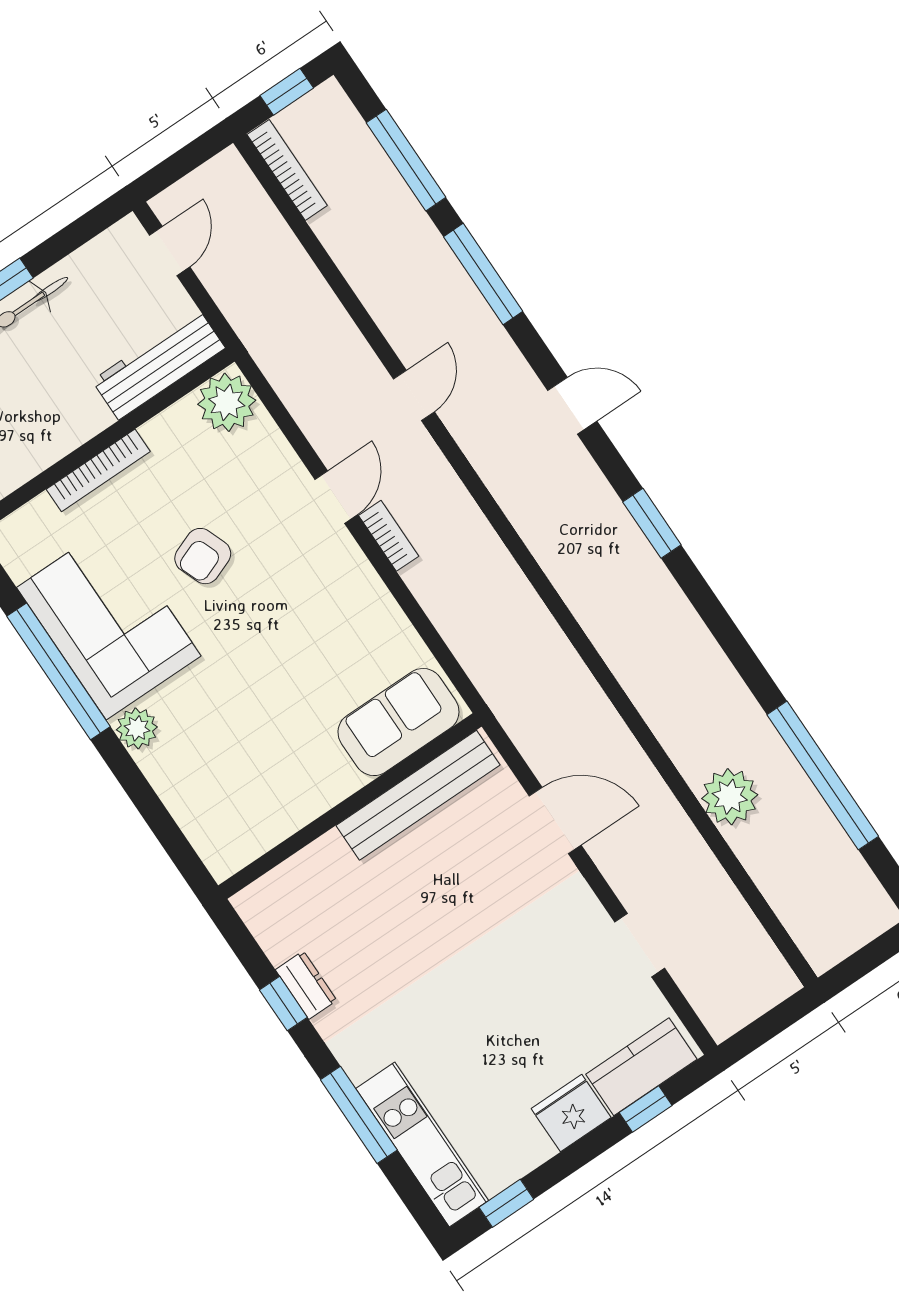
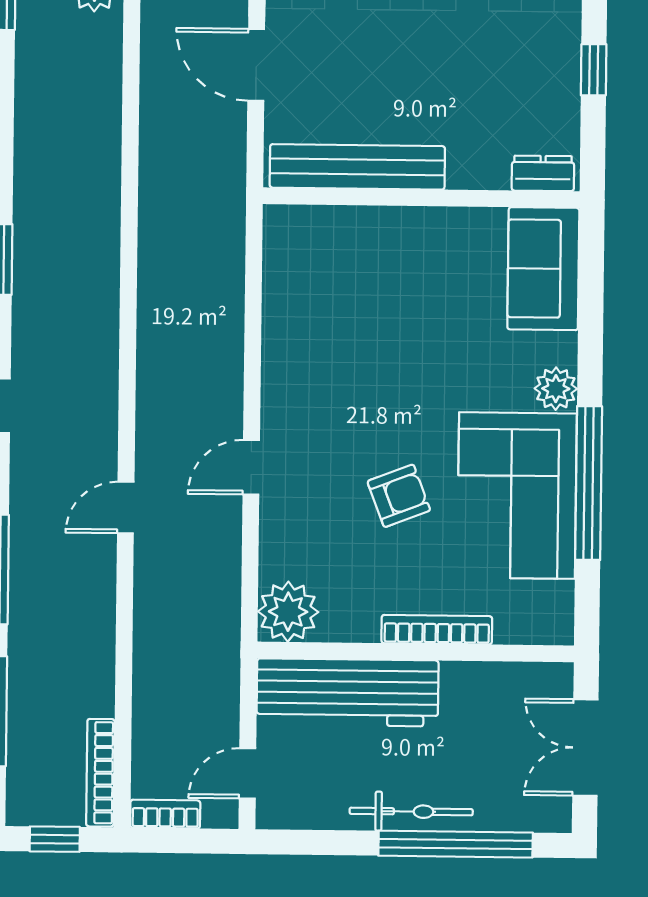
workbench: (159, 364) -> (347, 692), width x1.36, depth x1.32
bookcase: (389, 536) -> (165, 814), moved, turned 90
sofa: (398, 722) -> (543, 269), moved, turned 90
dresser: (306, 985) -> (543, 173), moved, turned 90

